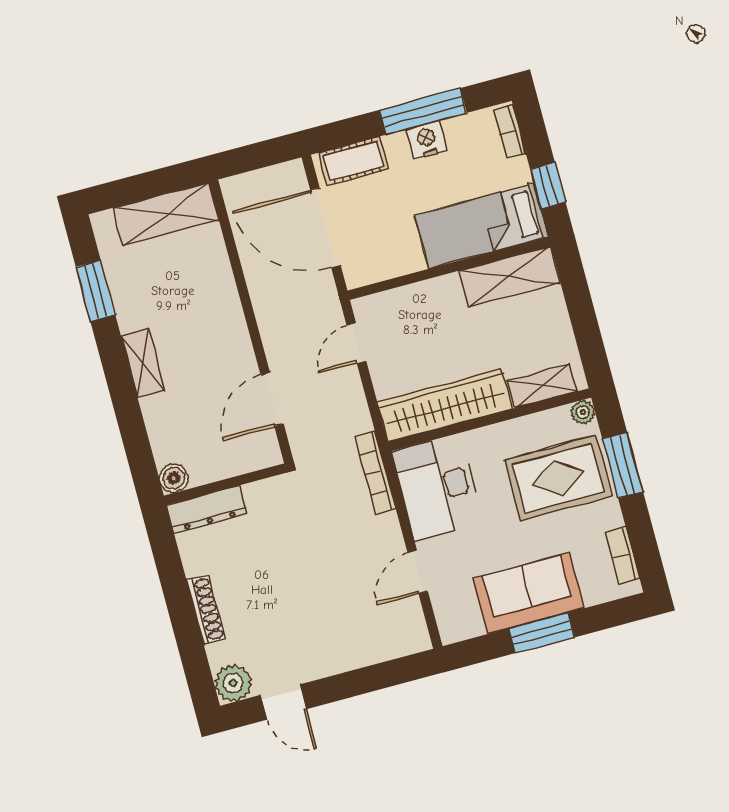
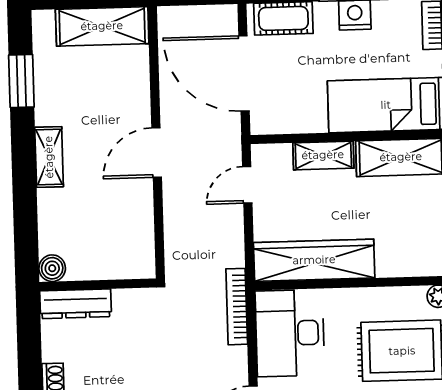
shelving: (542, 386) -> (323, 155), moved
door: (272, 399) -> (157, 152), moved

